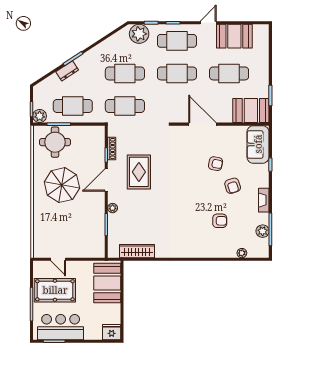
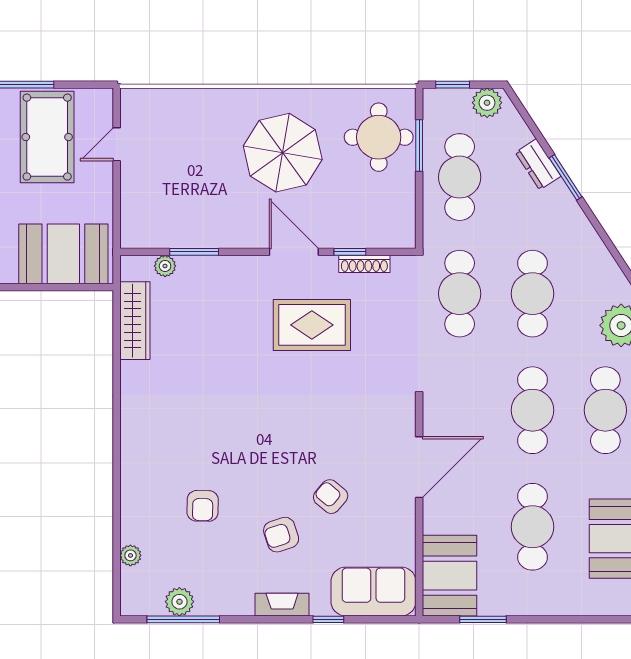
plant: (40, 116) -> (487, 103), moved
armchair: (216, 164) -> (331, 497), turned 119
fireplace: (264, 200) -> (282, 605), moved
plant: (113, 208) -> (165, 266), moved

